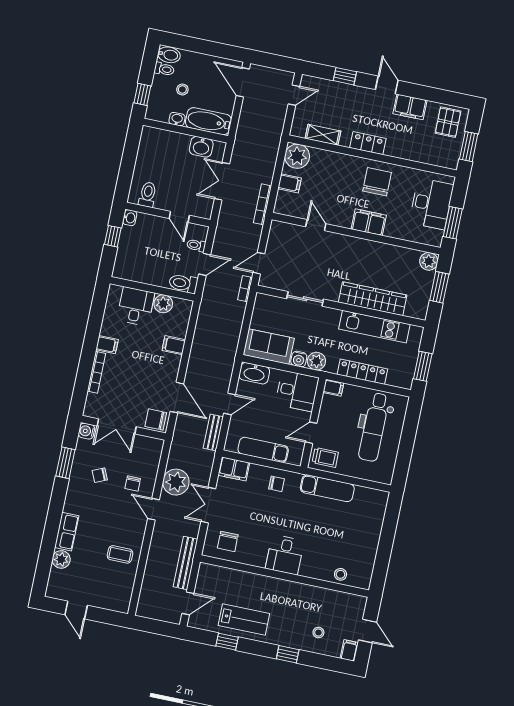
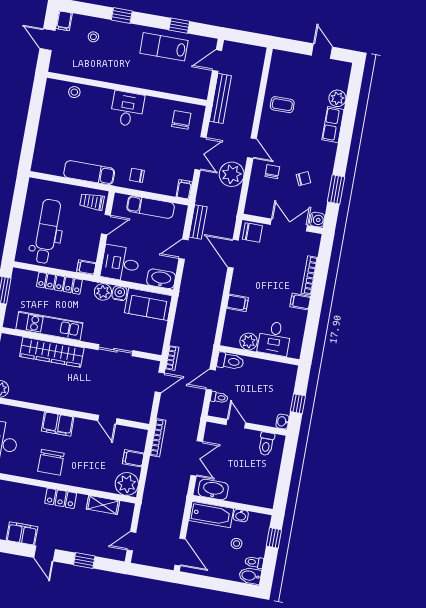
washbasin: (201, 147) -> (213, 489), width x1.38
filing cabinet: (234, 469) -> (184, 189), width x0.50

